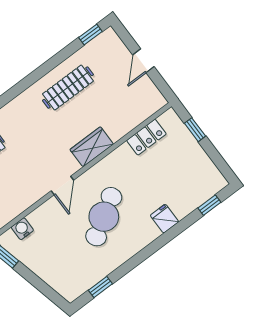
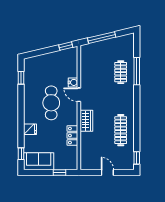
locker: (146, 137) -> (72, 136), moved
sofa: (201, 172) -> (39, 161), added
cafe table: (104, 217) -> (51, 103), turned 32
water cooler: (22, 229) -> (73, 82), moved

